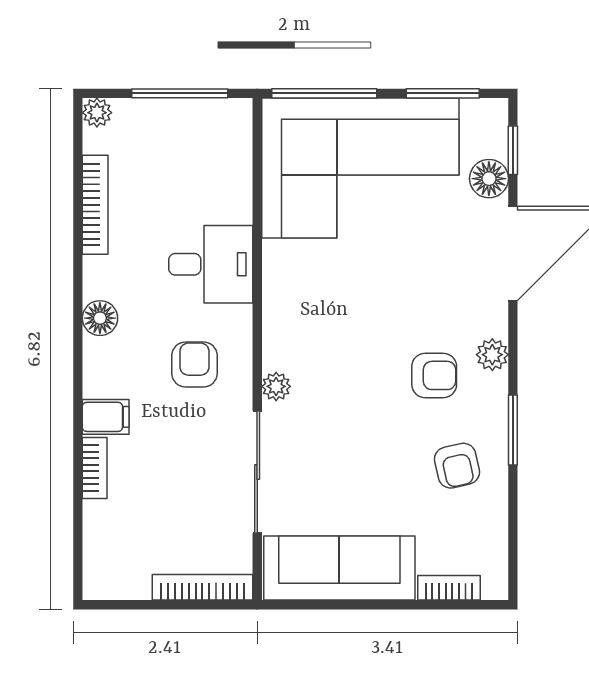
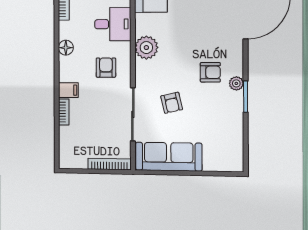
plant: (492, 355) -> (236, 83), moved
plant: (276, 386) -> (146, 48), moved, width x1.88, depth x1.88
armchair: (457, 466) -> (172, 103), moved
bookcase: (449, 588) -> (217, 166), removed

